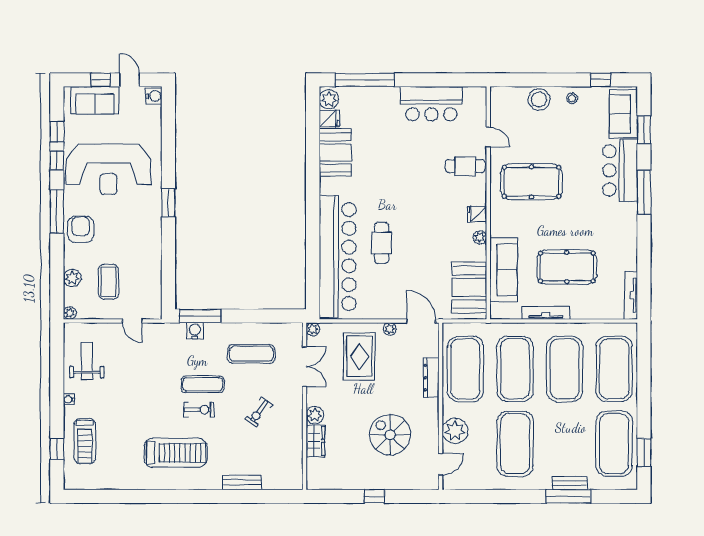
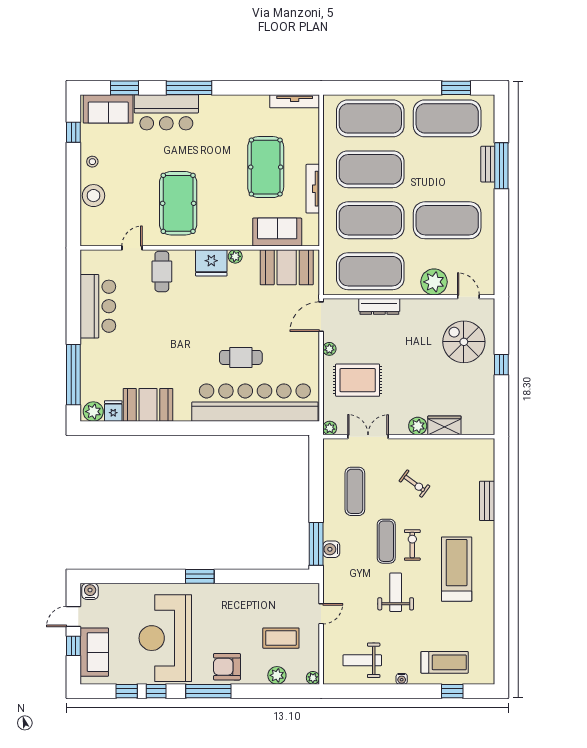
reception desk: (108, 169) -> (165, 638), turned 180
fridge: (477, 214) -> (211, 263), width x1.88, depth x1.34
sofa: (504, 270) -> (277, 232), width x0.73
weight bench: (153, 393) -> (396, 592), added
spiral stairs: (390, 435) -> (464, 342), moved, turned 90

